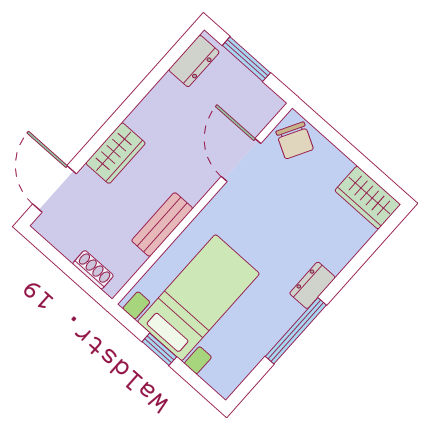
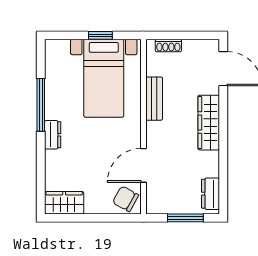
wardrobe: (116, 153) -> (209, 123), width x1.50
door: (241, 160) -> (143, 165), swing flipped

